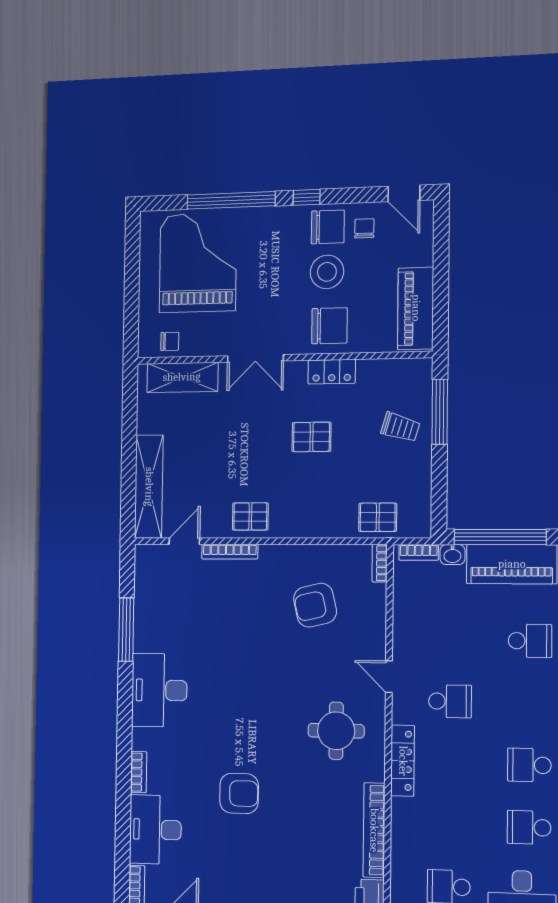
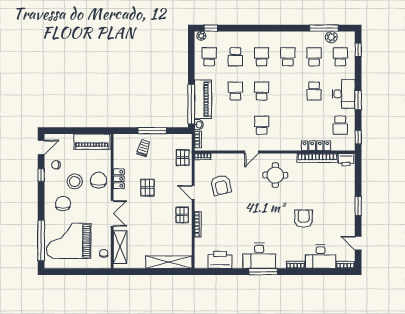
window: (307, 197) -> (41, 175), moved
window: (231, 200) -> (41, 240), moved
chair: (328, 227) -> (63, 204), moved
window: (440, 412) -> (152, 131), moved
door: (184, 541) -> (193, 192), moved
printer: (152, 602) -> (220, 260), added
window: (126, 630) -> (263, 272), moved
locker: (403, 761) -> (316, 146), moved
school desk: (529, 765) -> (262, 91), moved, turned 180

